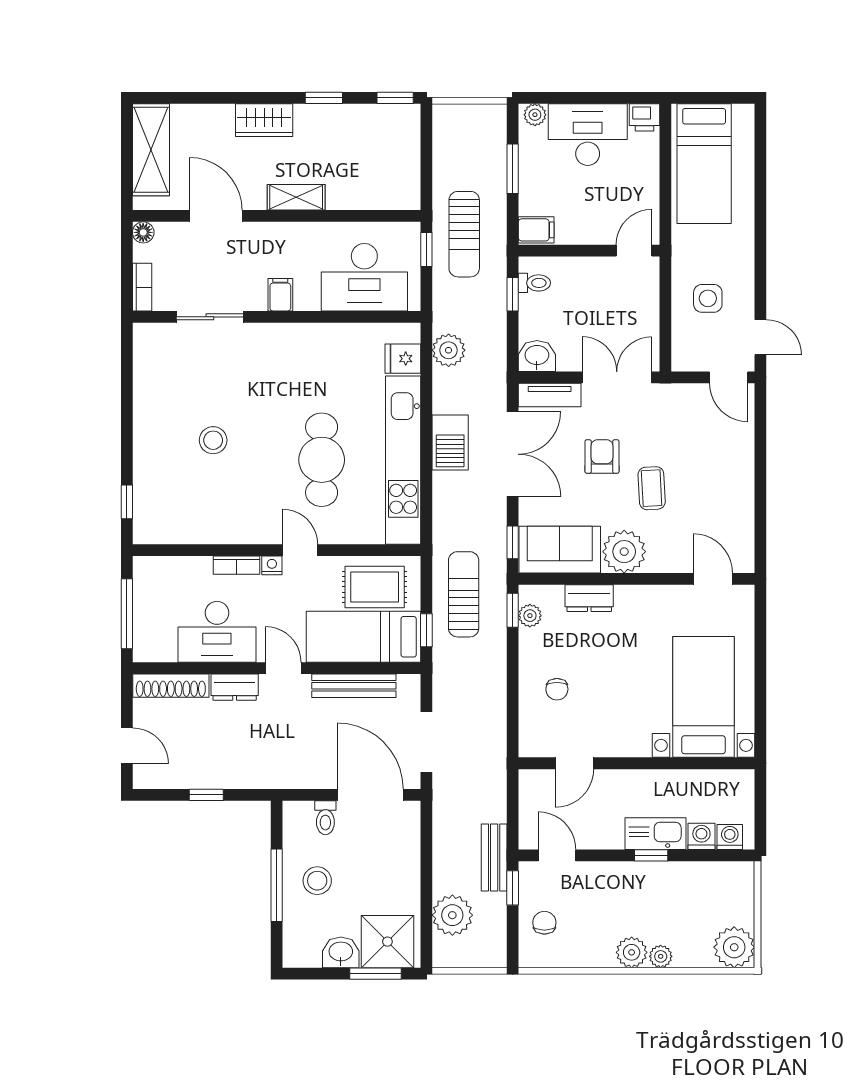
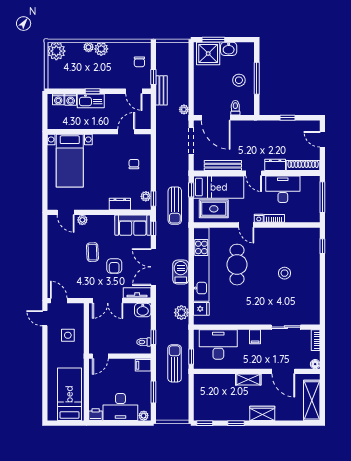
plant: (624, 552) -> (82, 220), moved, width x0.53, depth x0.53
plant: (452, 915) -> (184, 109), moved, width x0.53, depth x0.53

